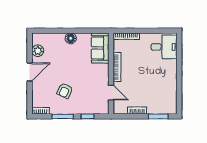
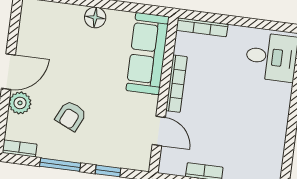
sofa: (100, 48) -> (148, 54), width x1.36
plant: (38, 51) -> (20, 103), moved

